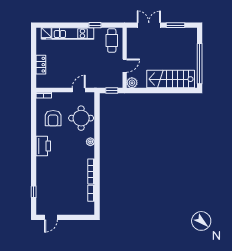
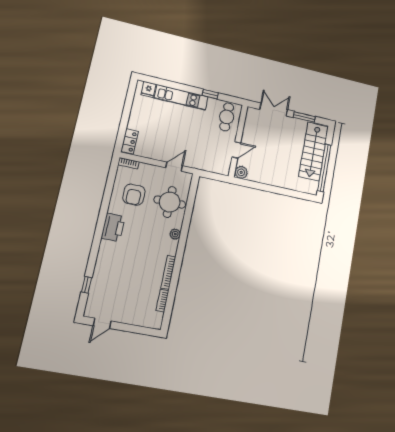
locker: (41, 65) -> (130, 141), moved
stairs: (171, 79) -> (314, 151), moved, turned -90
window: (112, 90) -> (215, 176), removed

